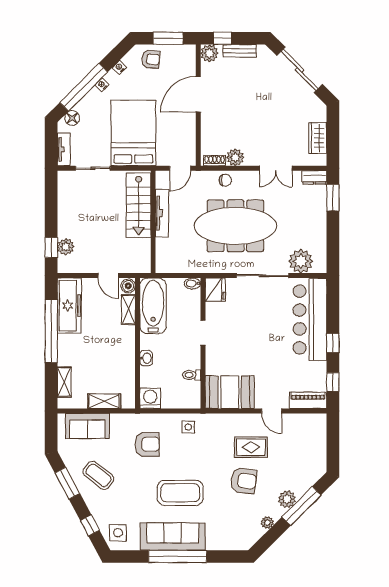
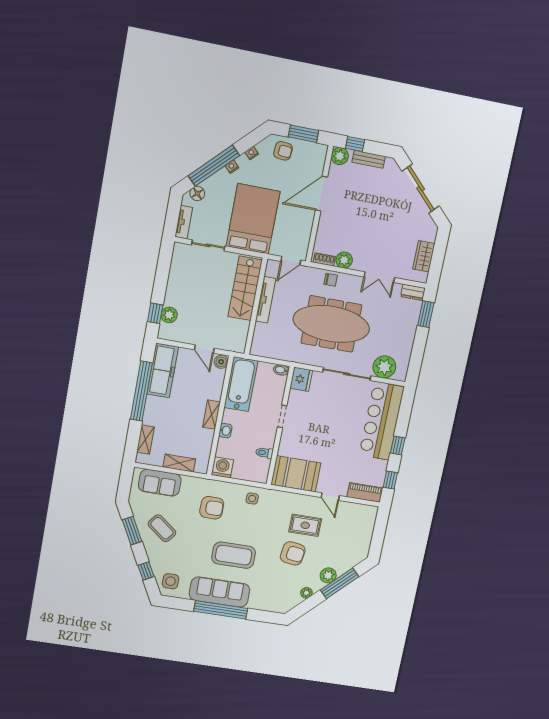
shelving: (128, 310) -> (212, 415), moved

